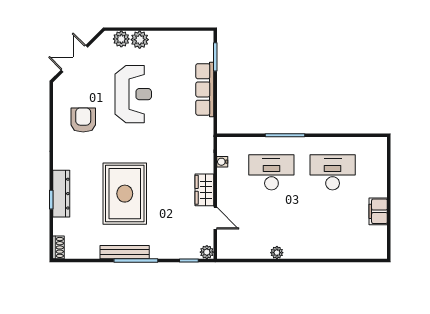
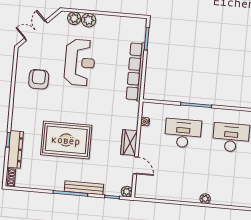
row of seats: (205, 89) -> (136, 71), width x1.36
dresser: (61, 194) -> (15, 149), moved
rug: (125, 194) -> (66, 140), turned 90
bench: (125, 252) -> (84, 188), moved
plant: (277, 253) -> (205, 199), moved

